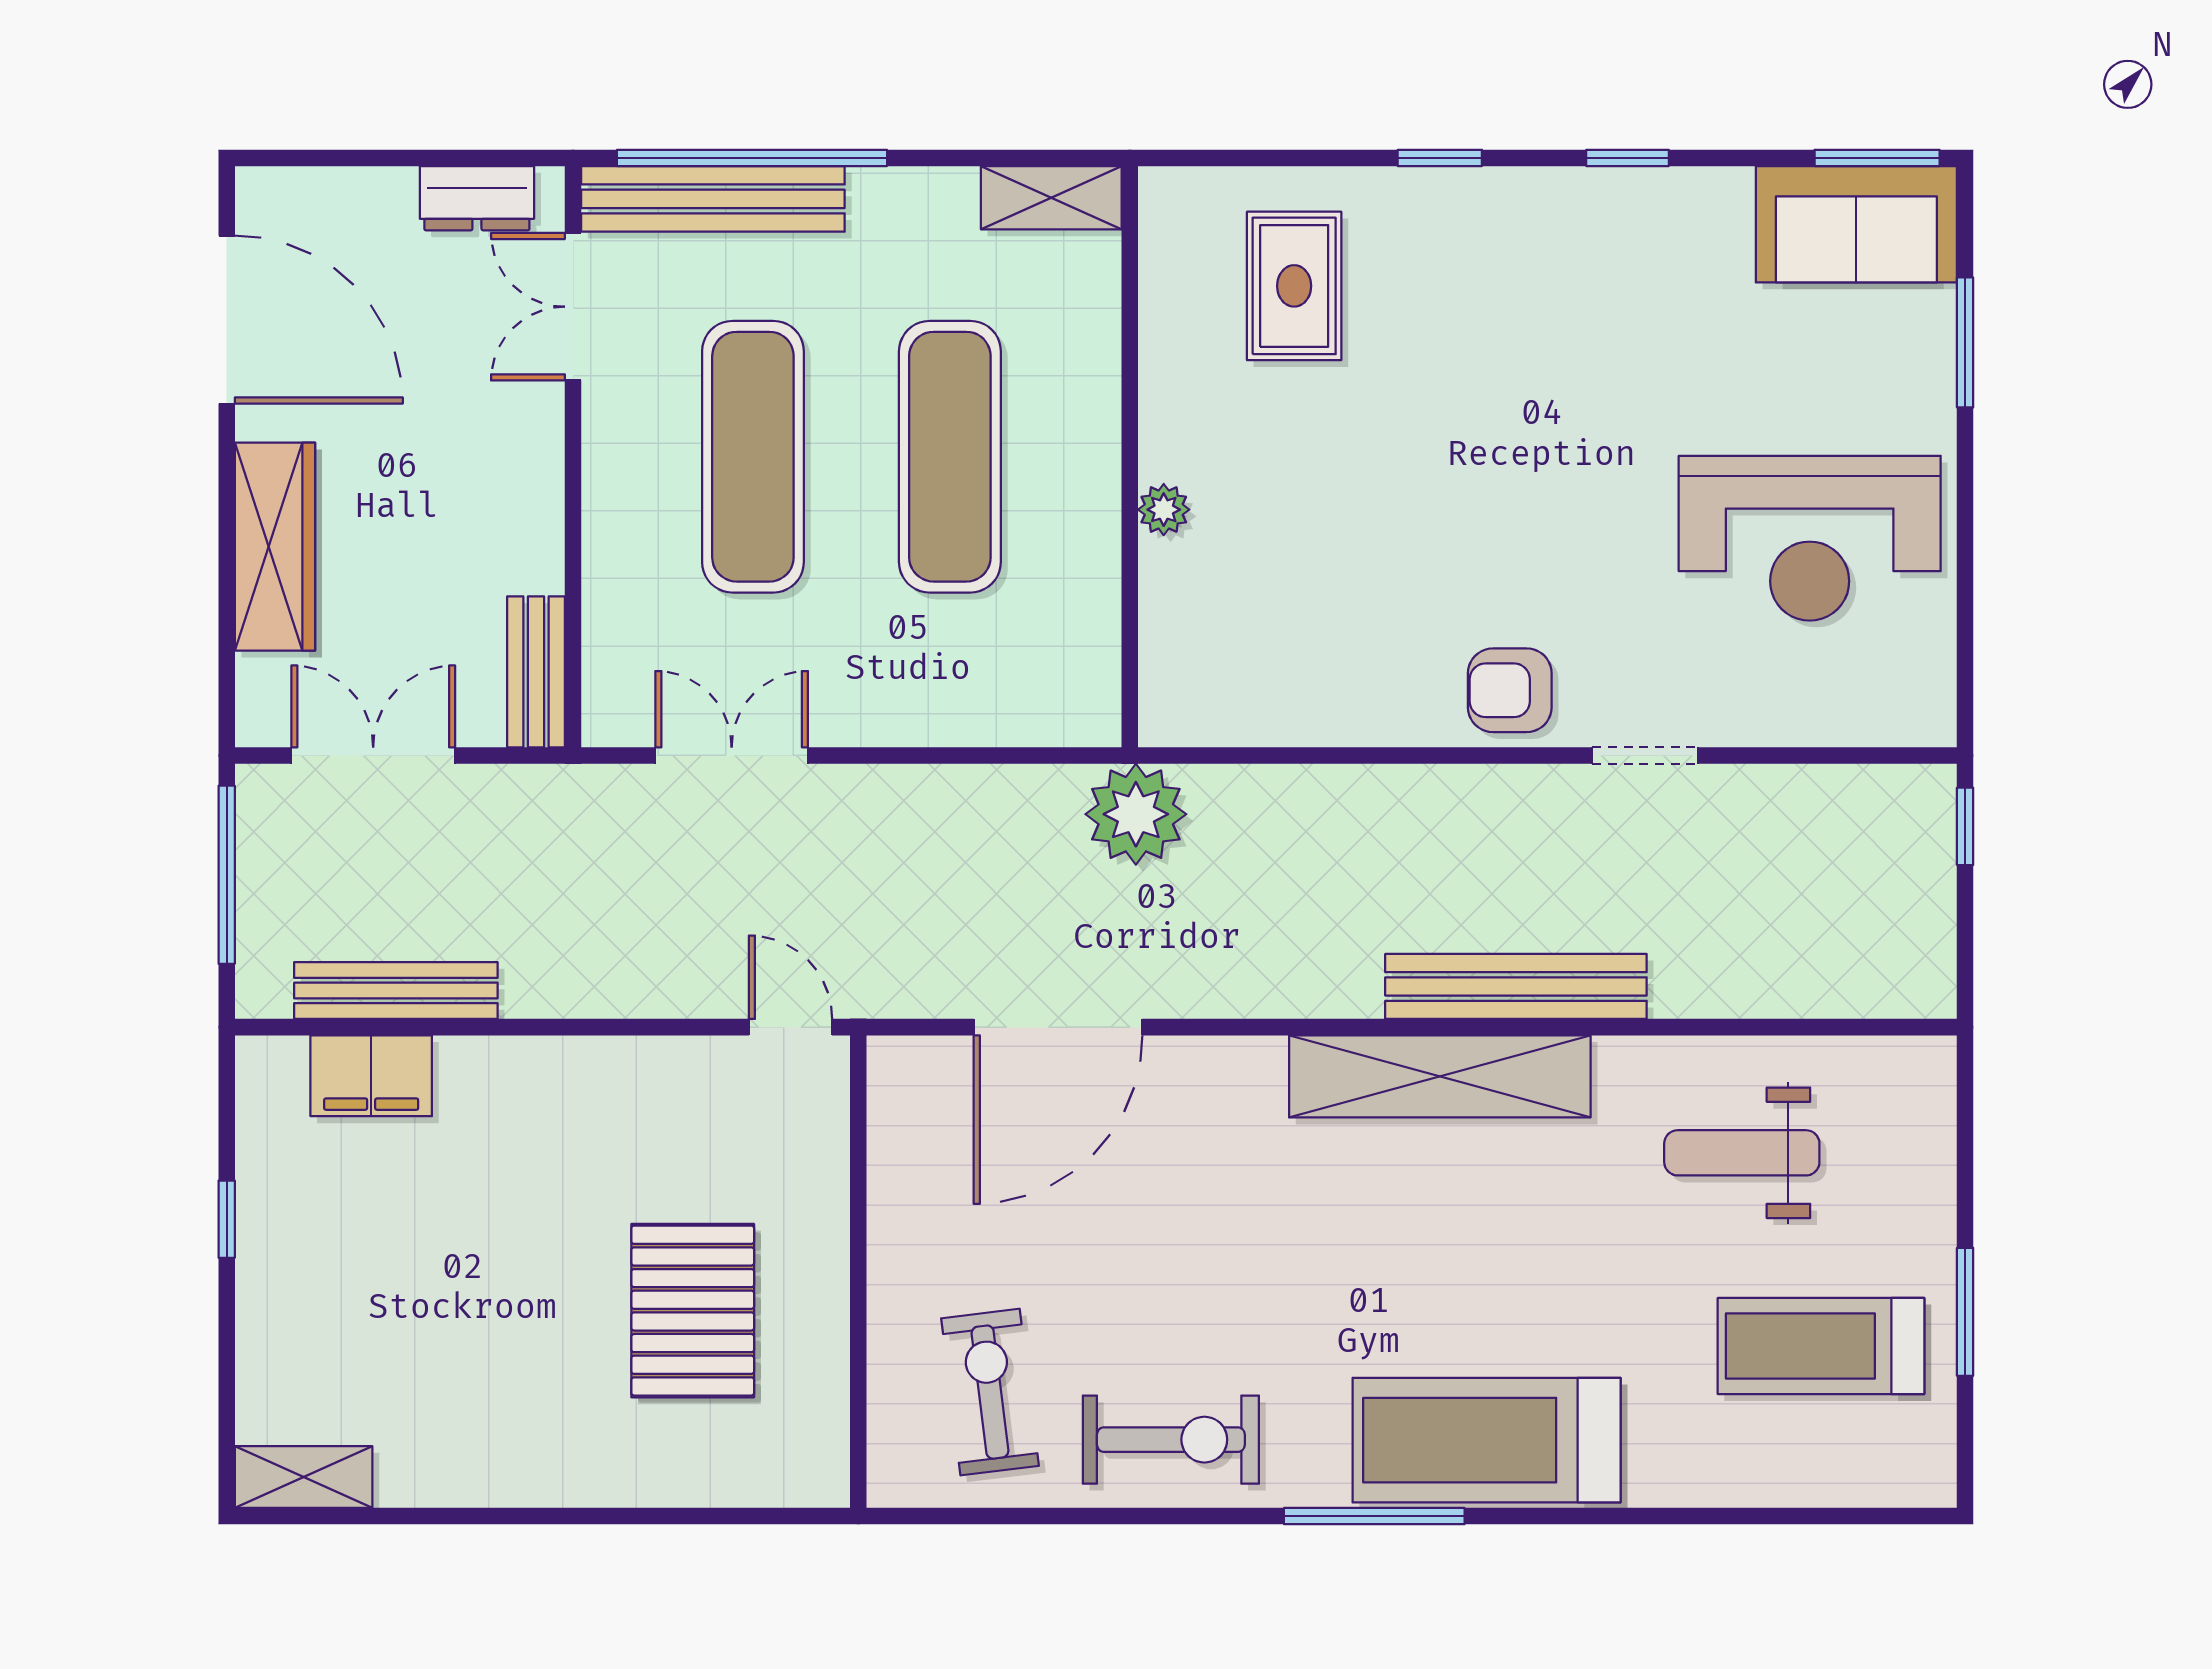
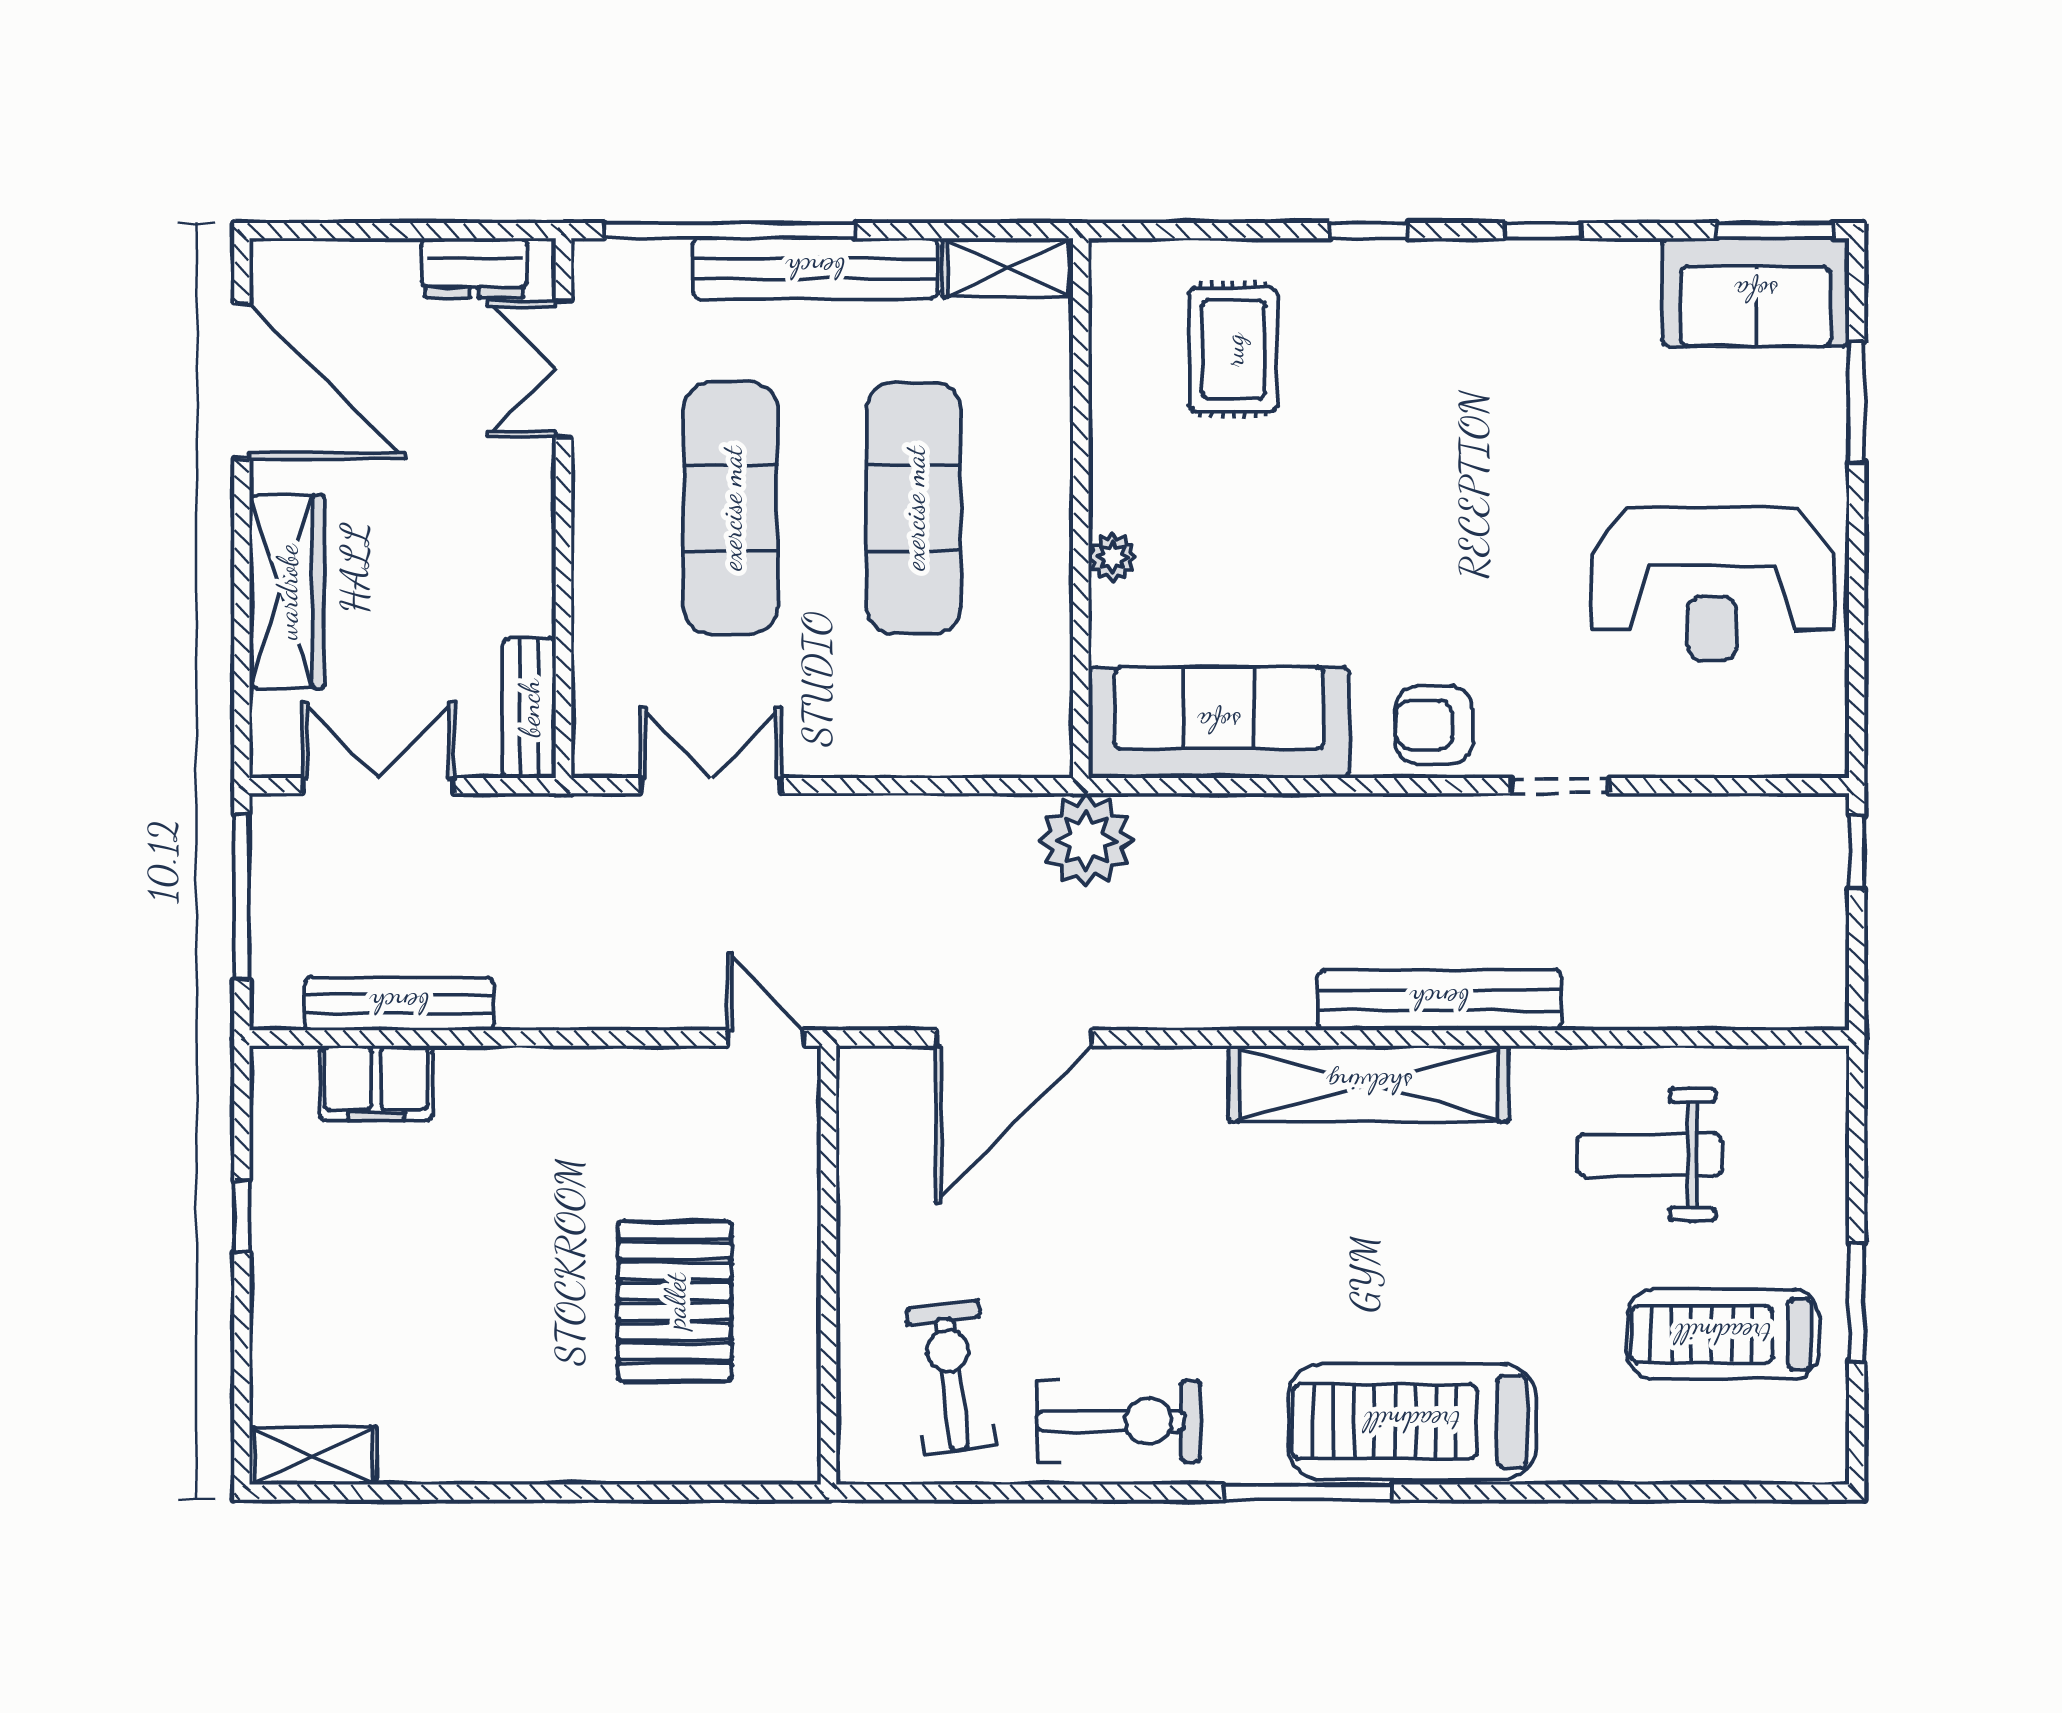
bench: (713, 199) -> (815, 269), moved
sofa: (1279, 688) -> (1219, 723), added

